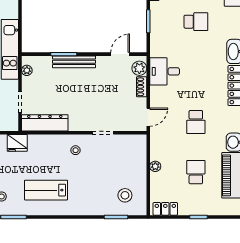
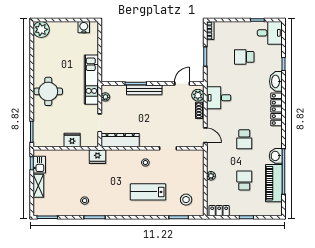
school desk: (196, 22) -> (244, 57), turned 180
door: (148, 117) -> (205, 135), hinge flipped
lab bench: (46, 190) -> (148, 192), moved

